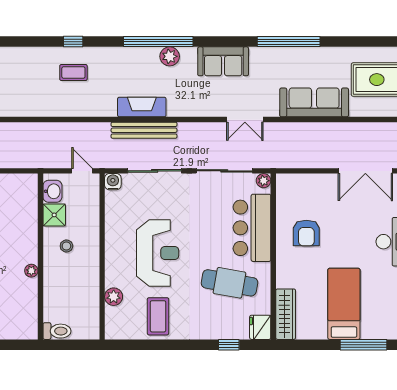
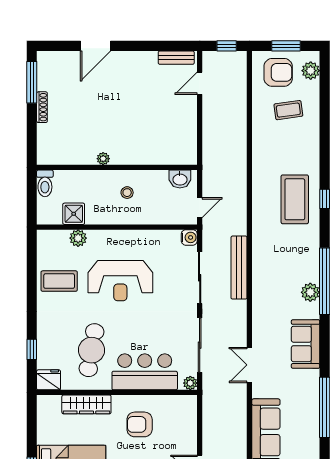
coffee table: (73, 72) -> (295, 199), width x1.86, depth x1.72
fireplace: (142, 107) -> (261, 265), removed
shower: (54, 215) -> (74, 214), moved
wardrobe: (286, 314) -> (86, 404), moved

